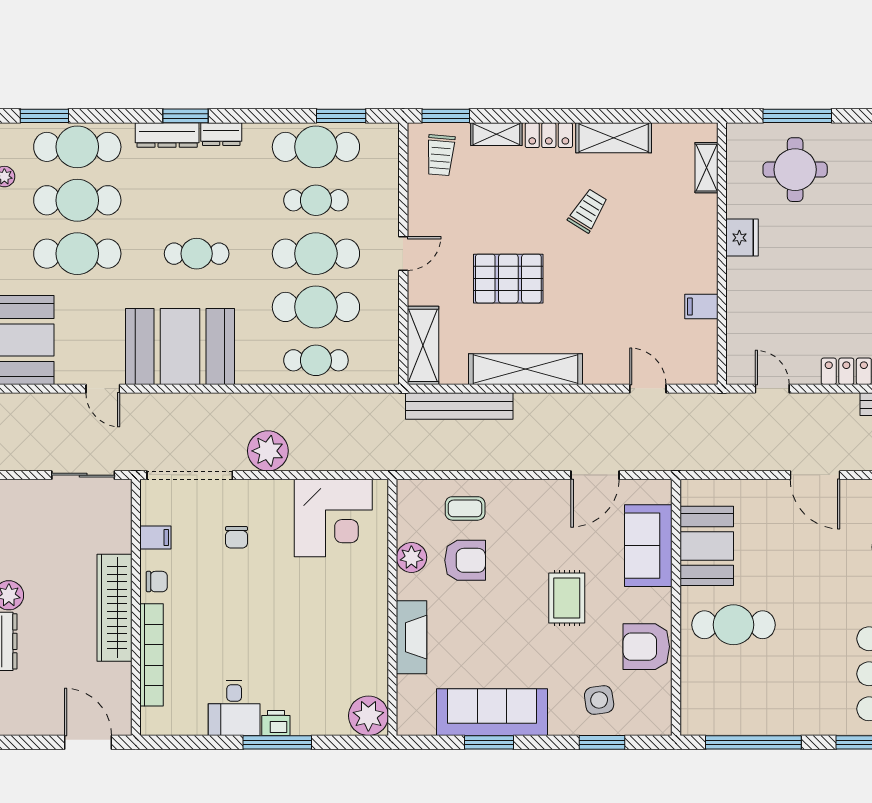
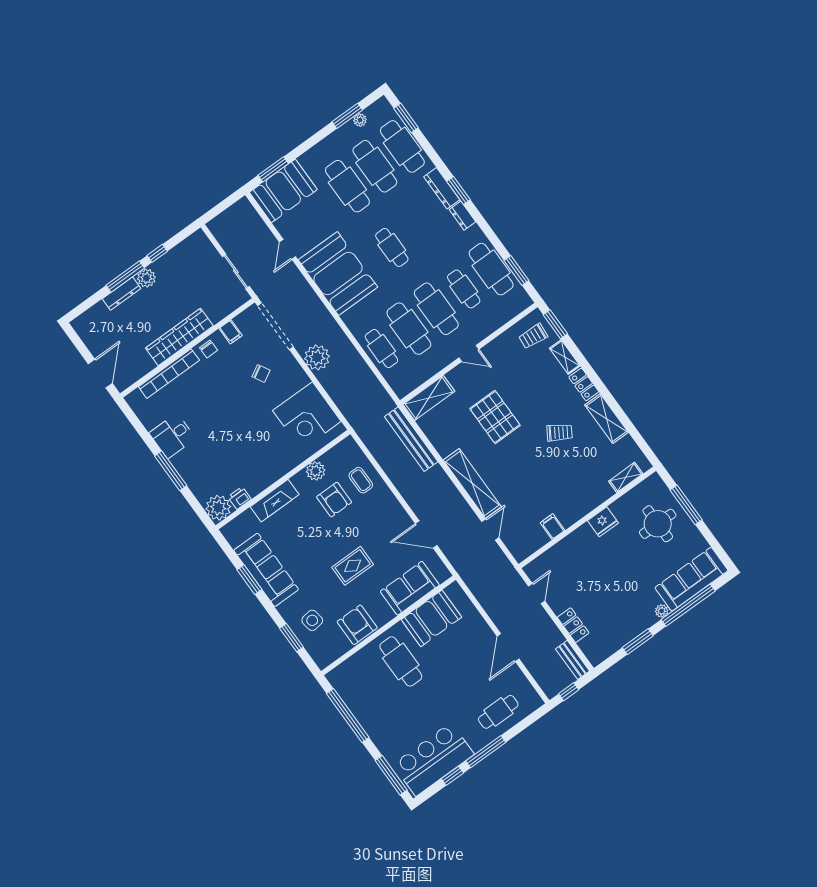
shelving: (526, 369) -> (472, 483), moved
chair: (237, 537) -> (261, 373), turned -119
printer: (276, 723) -> (239, 498), moved, turned -90

